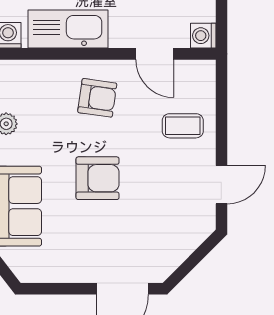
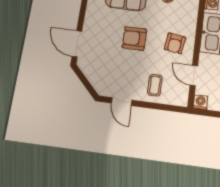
door: (155, 54) -> (194, 75), hinge flipped
armchair: (97, 178) -> (134, 38), turned 90

